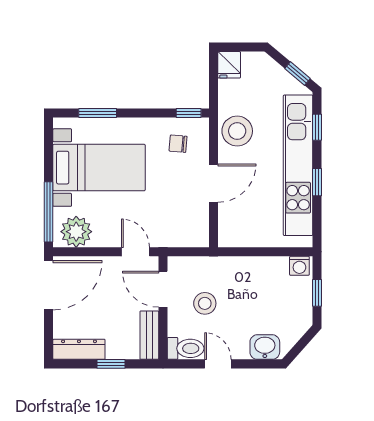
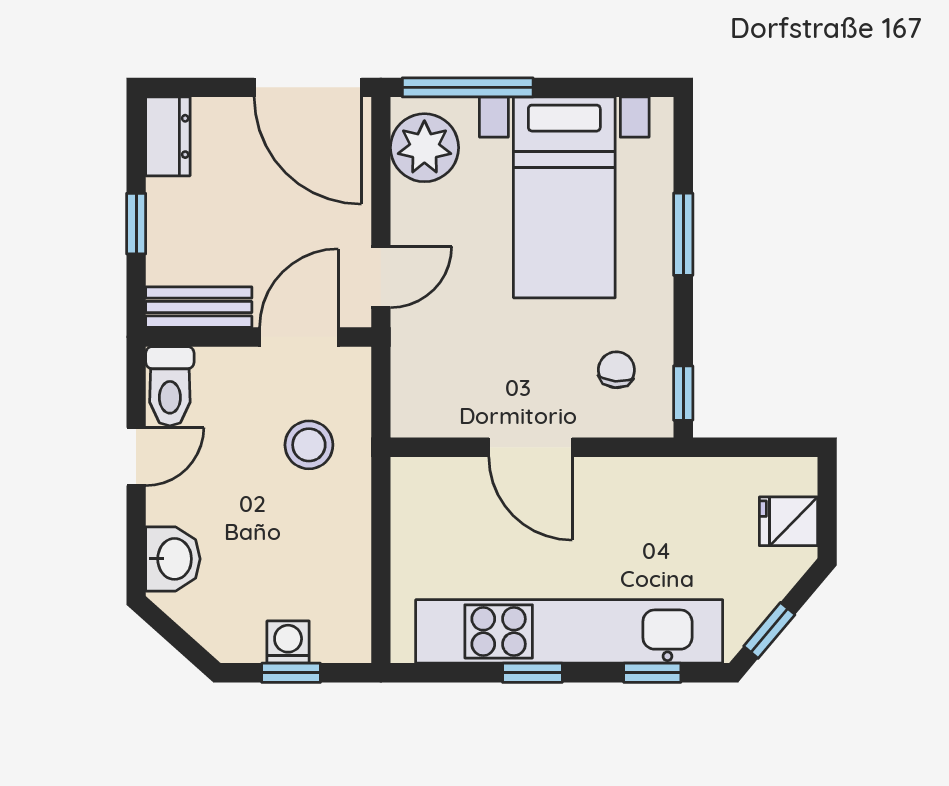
fridge: (229, 65) -> (788, 521), moved
window: (98, 113) -> (683, 234), moved
stool: (237, 131) -> (644, 499), removed
washing machine: (299, 266) -> (288, 642), moved, turned 90
stool: (205, 303) -> (309, 445), moved
dresser: (79, 349) -> (168, 136), width x0.70

